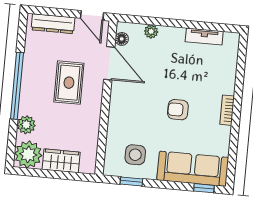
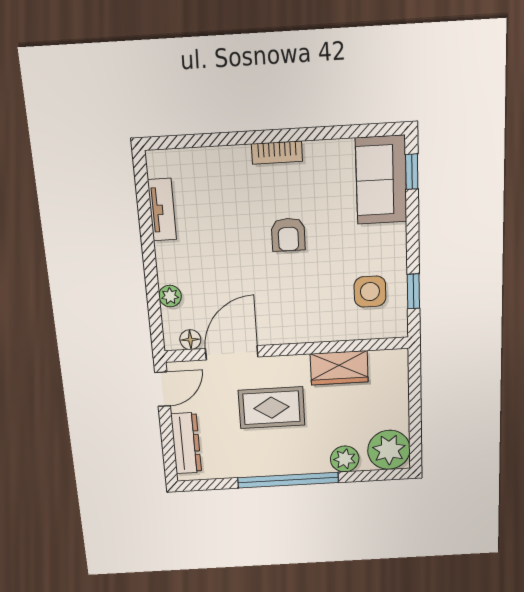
wardrobe: (61, 161) -> (339, 368), moved, turned -90
sofa: (193, 169) -> (381, 180), width x0.73

